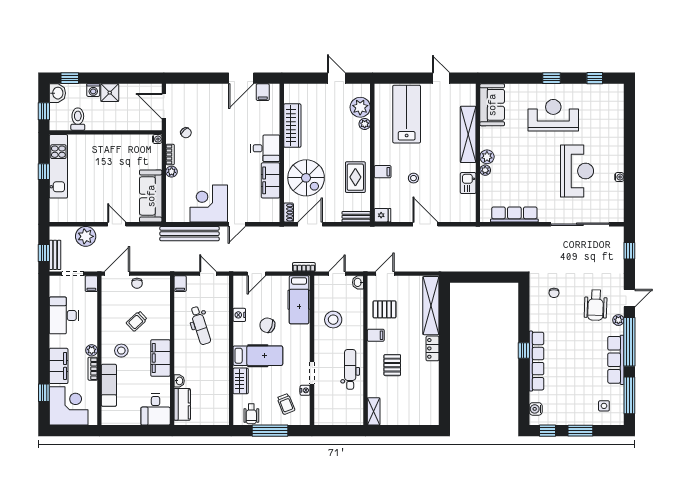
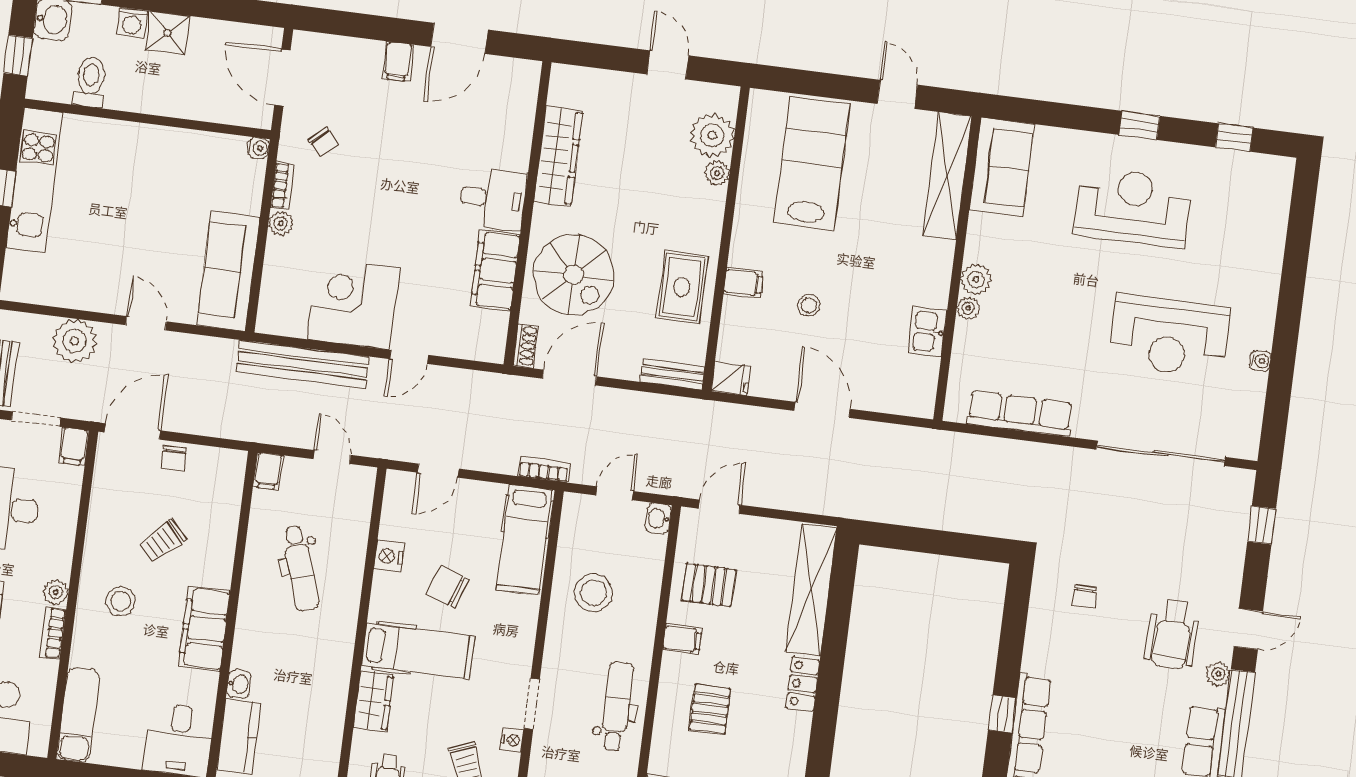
filing cabinet: (263, 92) -> (398, 61), moved
shelving: (468, 134) -> (947, 176), moved
reception desk: (577, 171) -> (1169, 336), turned 90
exam couch: (109, 385) -> (78, 715), moved

